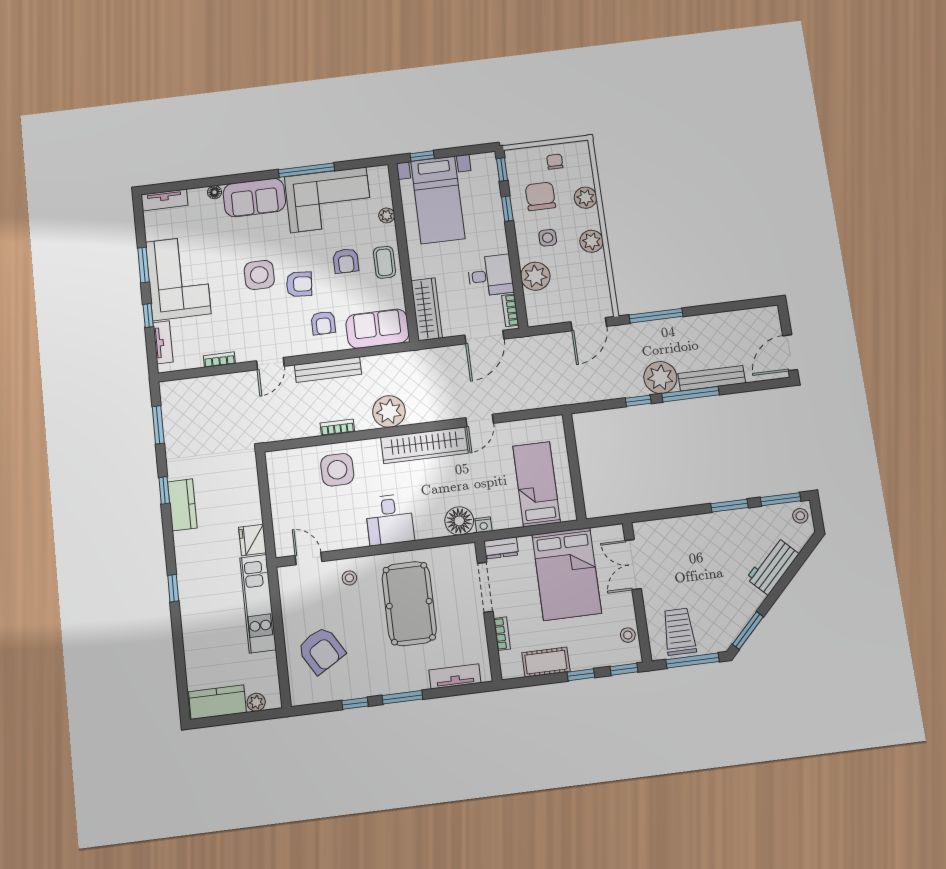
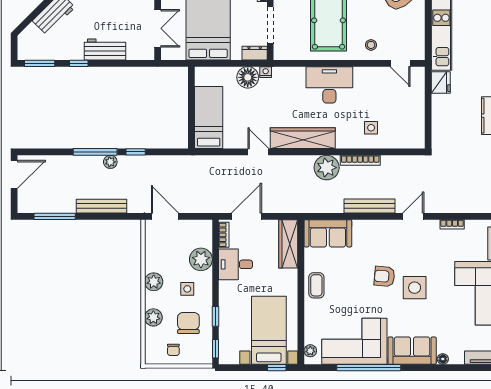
window: (307, 170) -> (369, 368), width x1.46
chair: (540, 196) -> (188, 323), turned 180
plant: (387, 215) -> (310, 351), moved
armchair: (346, 261) -> (346, 290), removed
window: (656, 316) -> (55, 216), moved
armchair: (323, 323) -> (369, 243), removed
door: (589, 324) -> (165, 216), hinge flipped
plant: (660, 377) -> (110, 162), width x0.53, depth x0.53
bench: (712, 378) -> (102, 206), moved
door: (480, 420) -> (258, 152), hinge flipped
bookcase: (337, 427) -> (360, 160), width x1.56
side table: (337, 470) -> (371, 128), width x0.54, depth x0.54
bed: (537, 484) -> (209, 117), moved, turned 180
window: (729, 506) -> (79, 63), width x0.67
stool: (800, 516) -> (27, 49), removed
desk: (390, 520) -> (329, 85), width x1.37
floor lamp: (459, 521) -> (248, 77), moved
workbench: (698, 528) -> (105, 49), added

